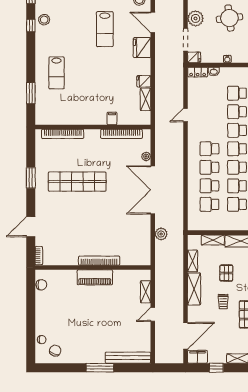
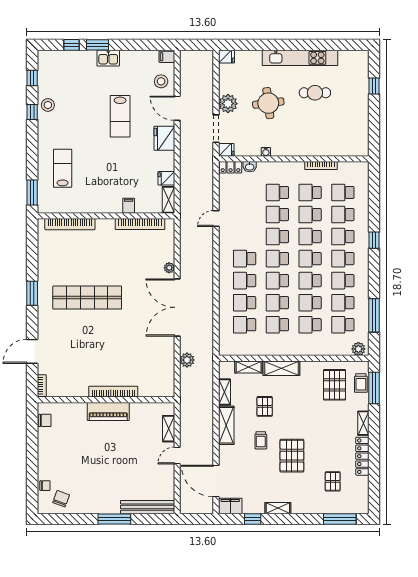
lab bench: (56, 73) -> (63, 168), turned 180
filing cabinet: (112, 118) -> (129, 206), moved
wall: (93, 127) -> (106, 216), moved
bookcase: (63, 134) -> (70, 224), moved
bookcase: (122, 134) -> (140, 224), moved
door: (185, 336) -> (216, 481), swing flipped

